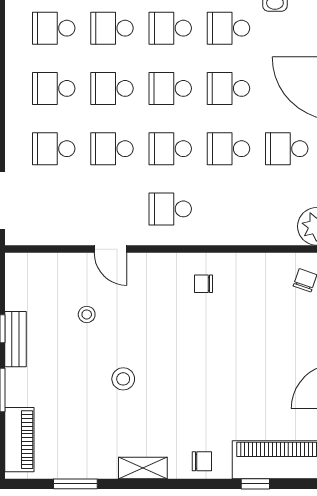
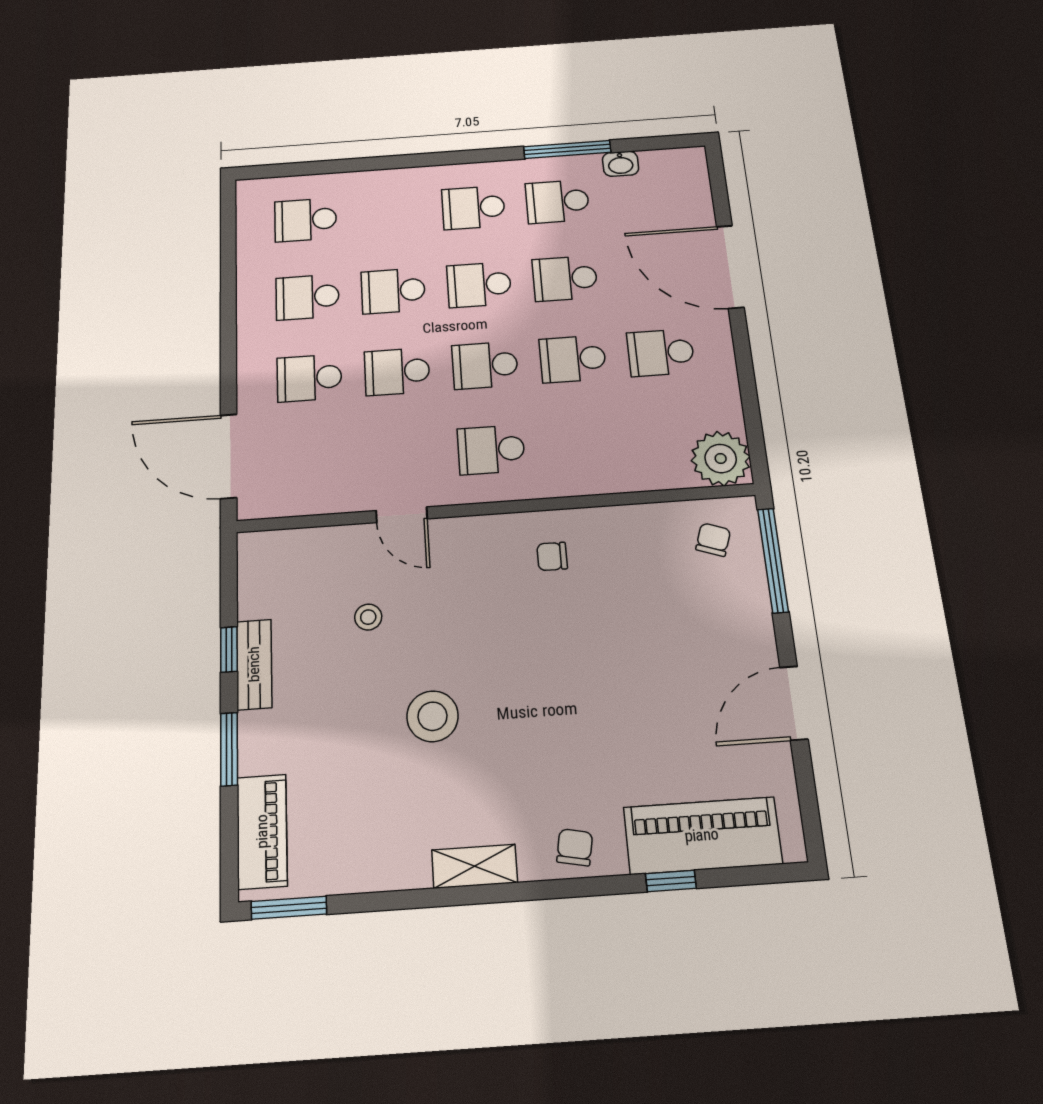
school desk: (112, 28) -> (389, 214), removed
stool: (123, 379) -> (433, 716), width x1.38, depth x1.38
chair: (202, 461) -> (575, 847), turned -79
window: (75, 484) -> (289, 908), moved

